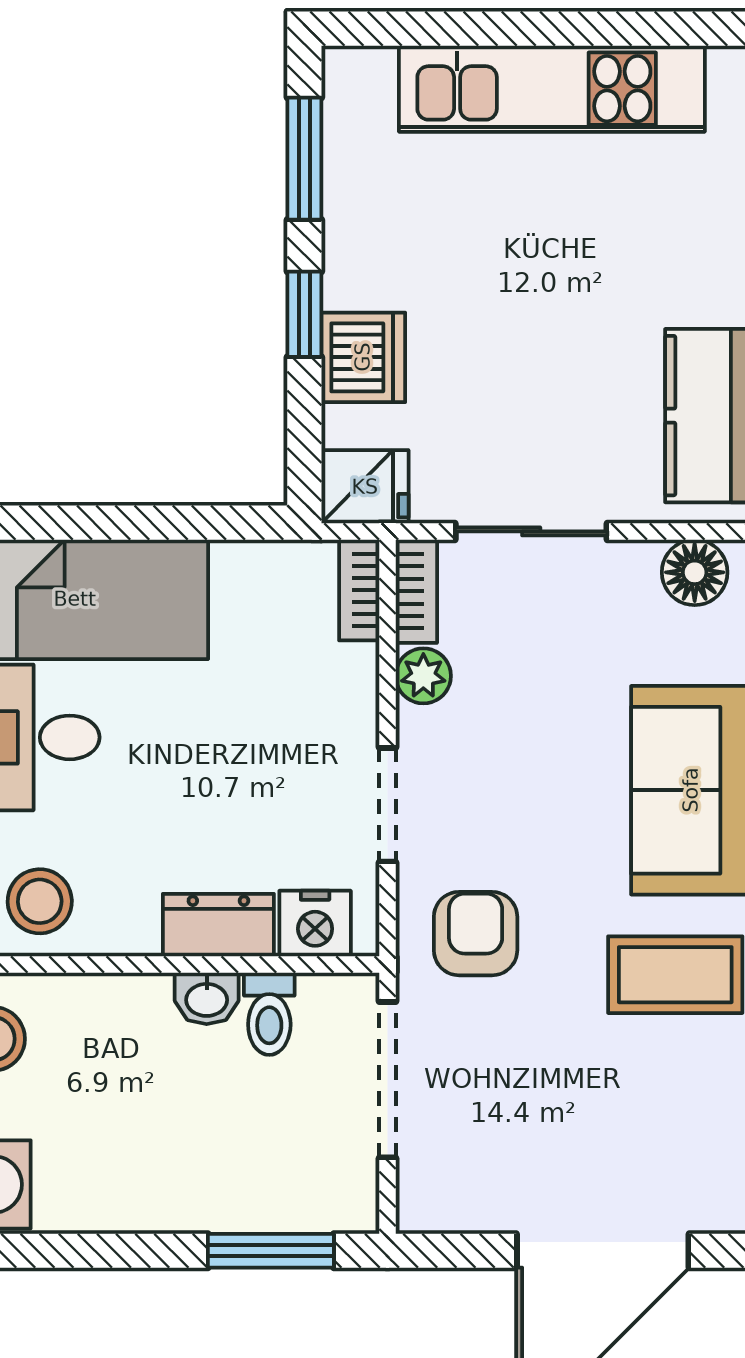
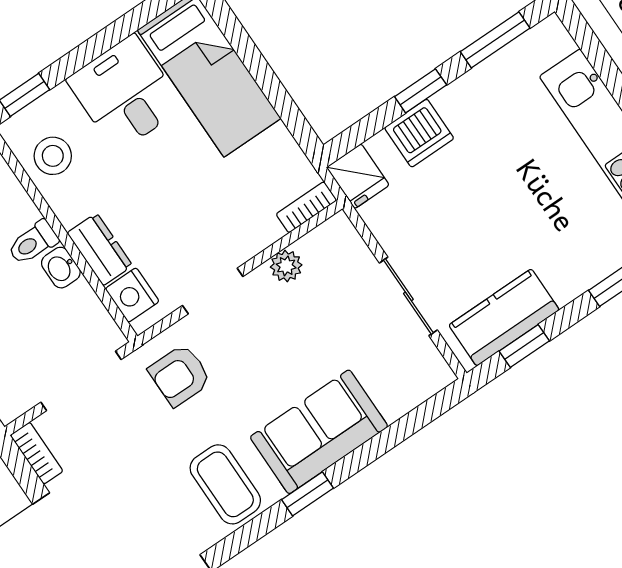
sliding door: (531, 531) -> (408, 296), moved
floor lamp: (695, 572) -> (424, 362), removed
bookcase: (416, 591) -> (37, 453), moved, turned -90
armchair: (476, 934) -> (180, 375), turned 180
toilet: (269, 1014) -> (33, 243), moved

